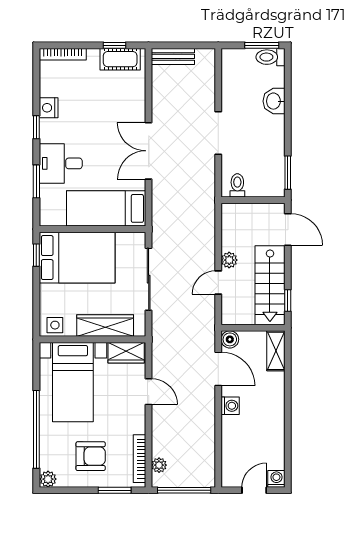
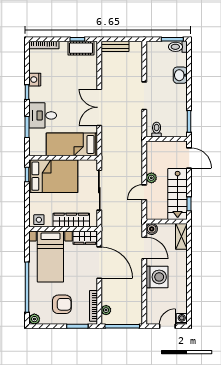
door: (149, 392) -> (99, 263), width x1.88
washing machine: (230, 406) -> (157, 277), width x1.89, depth x1.89

